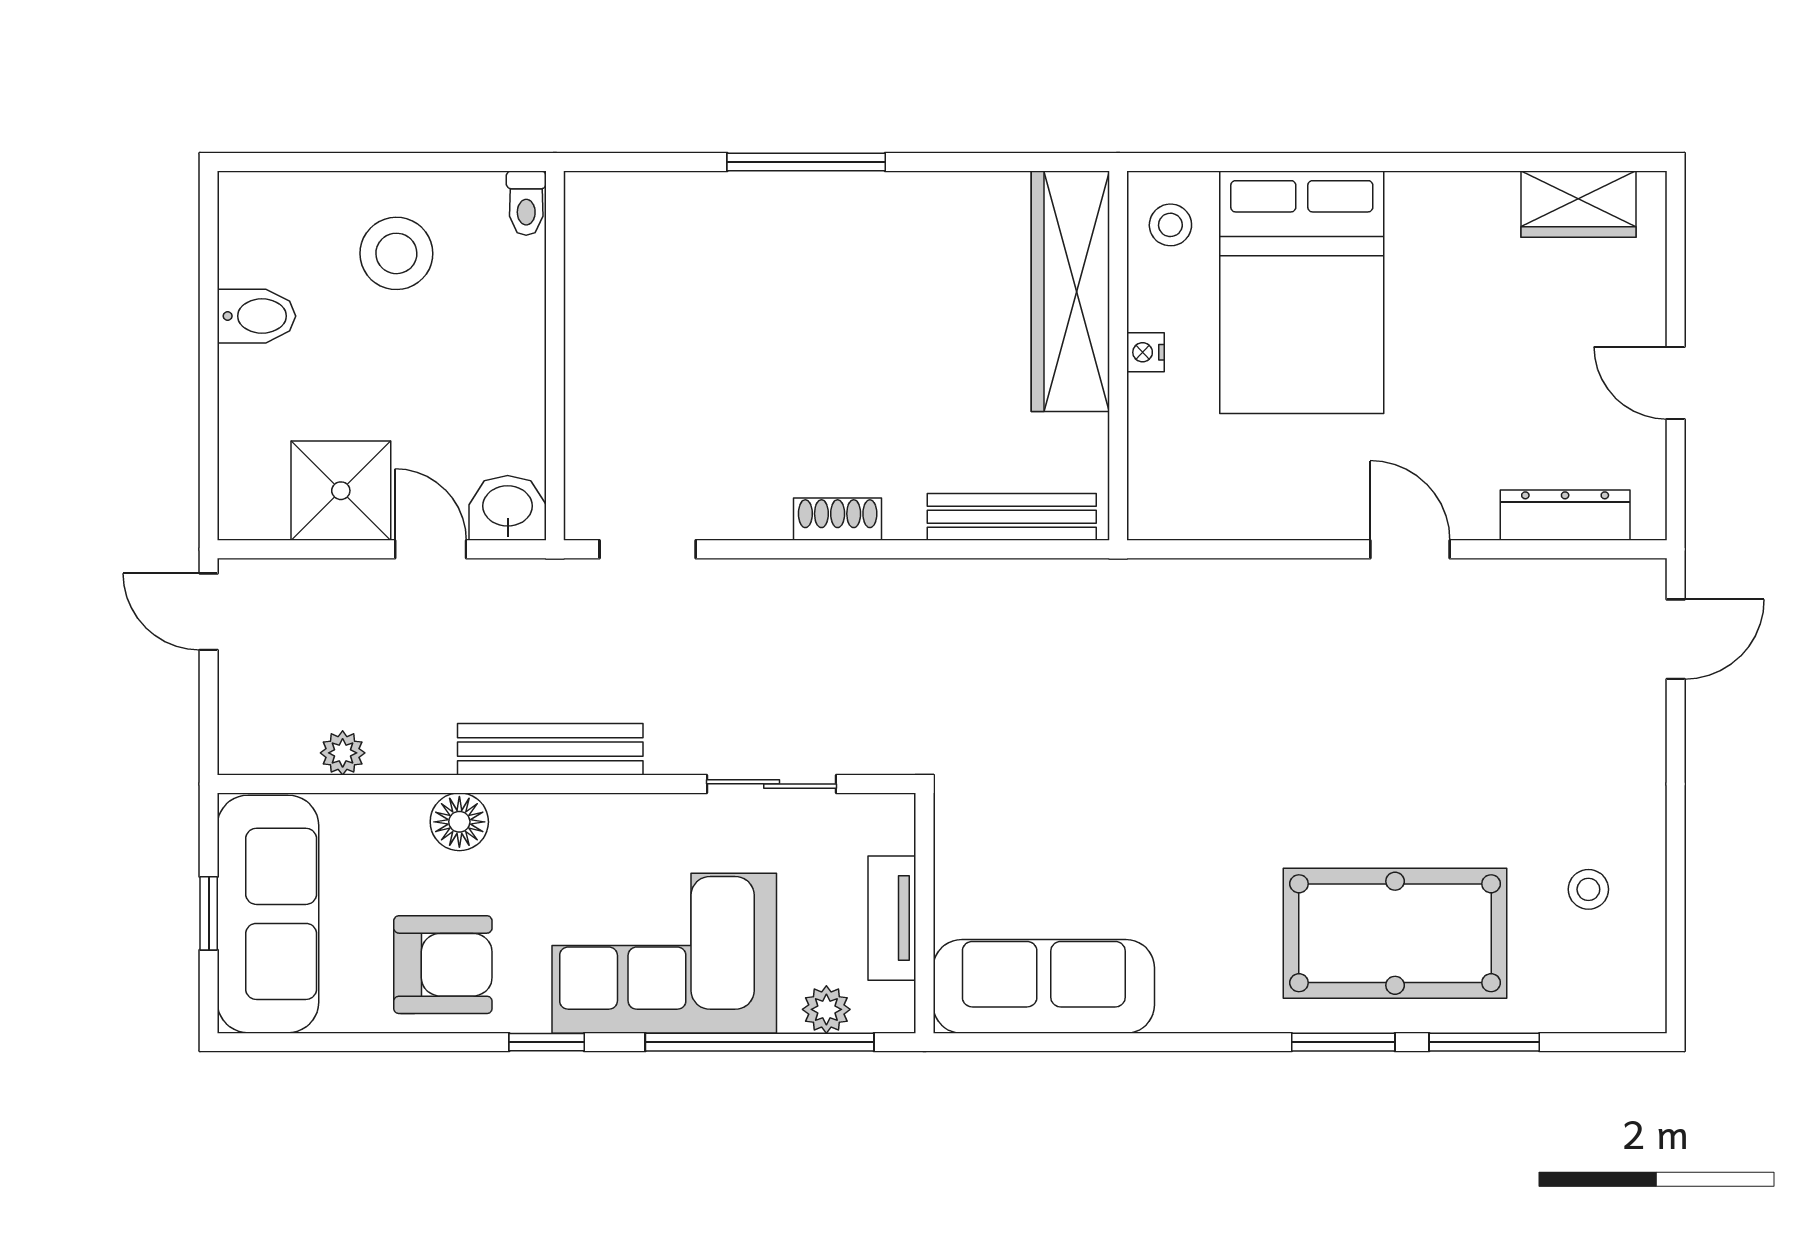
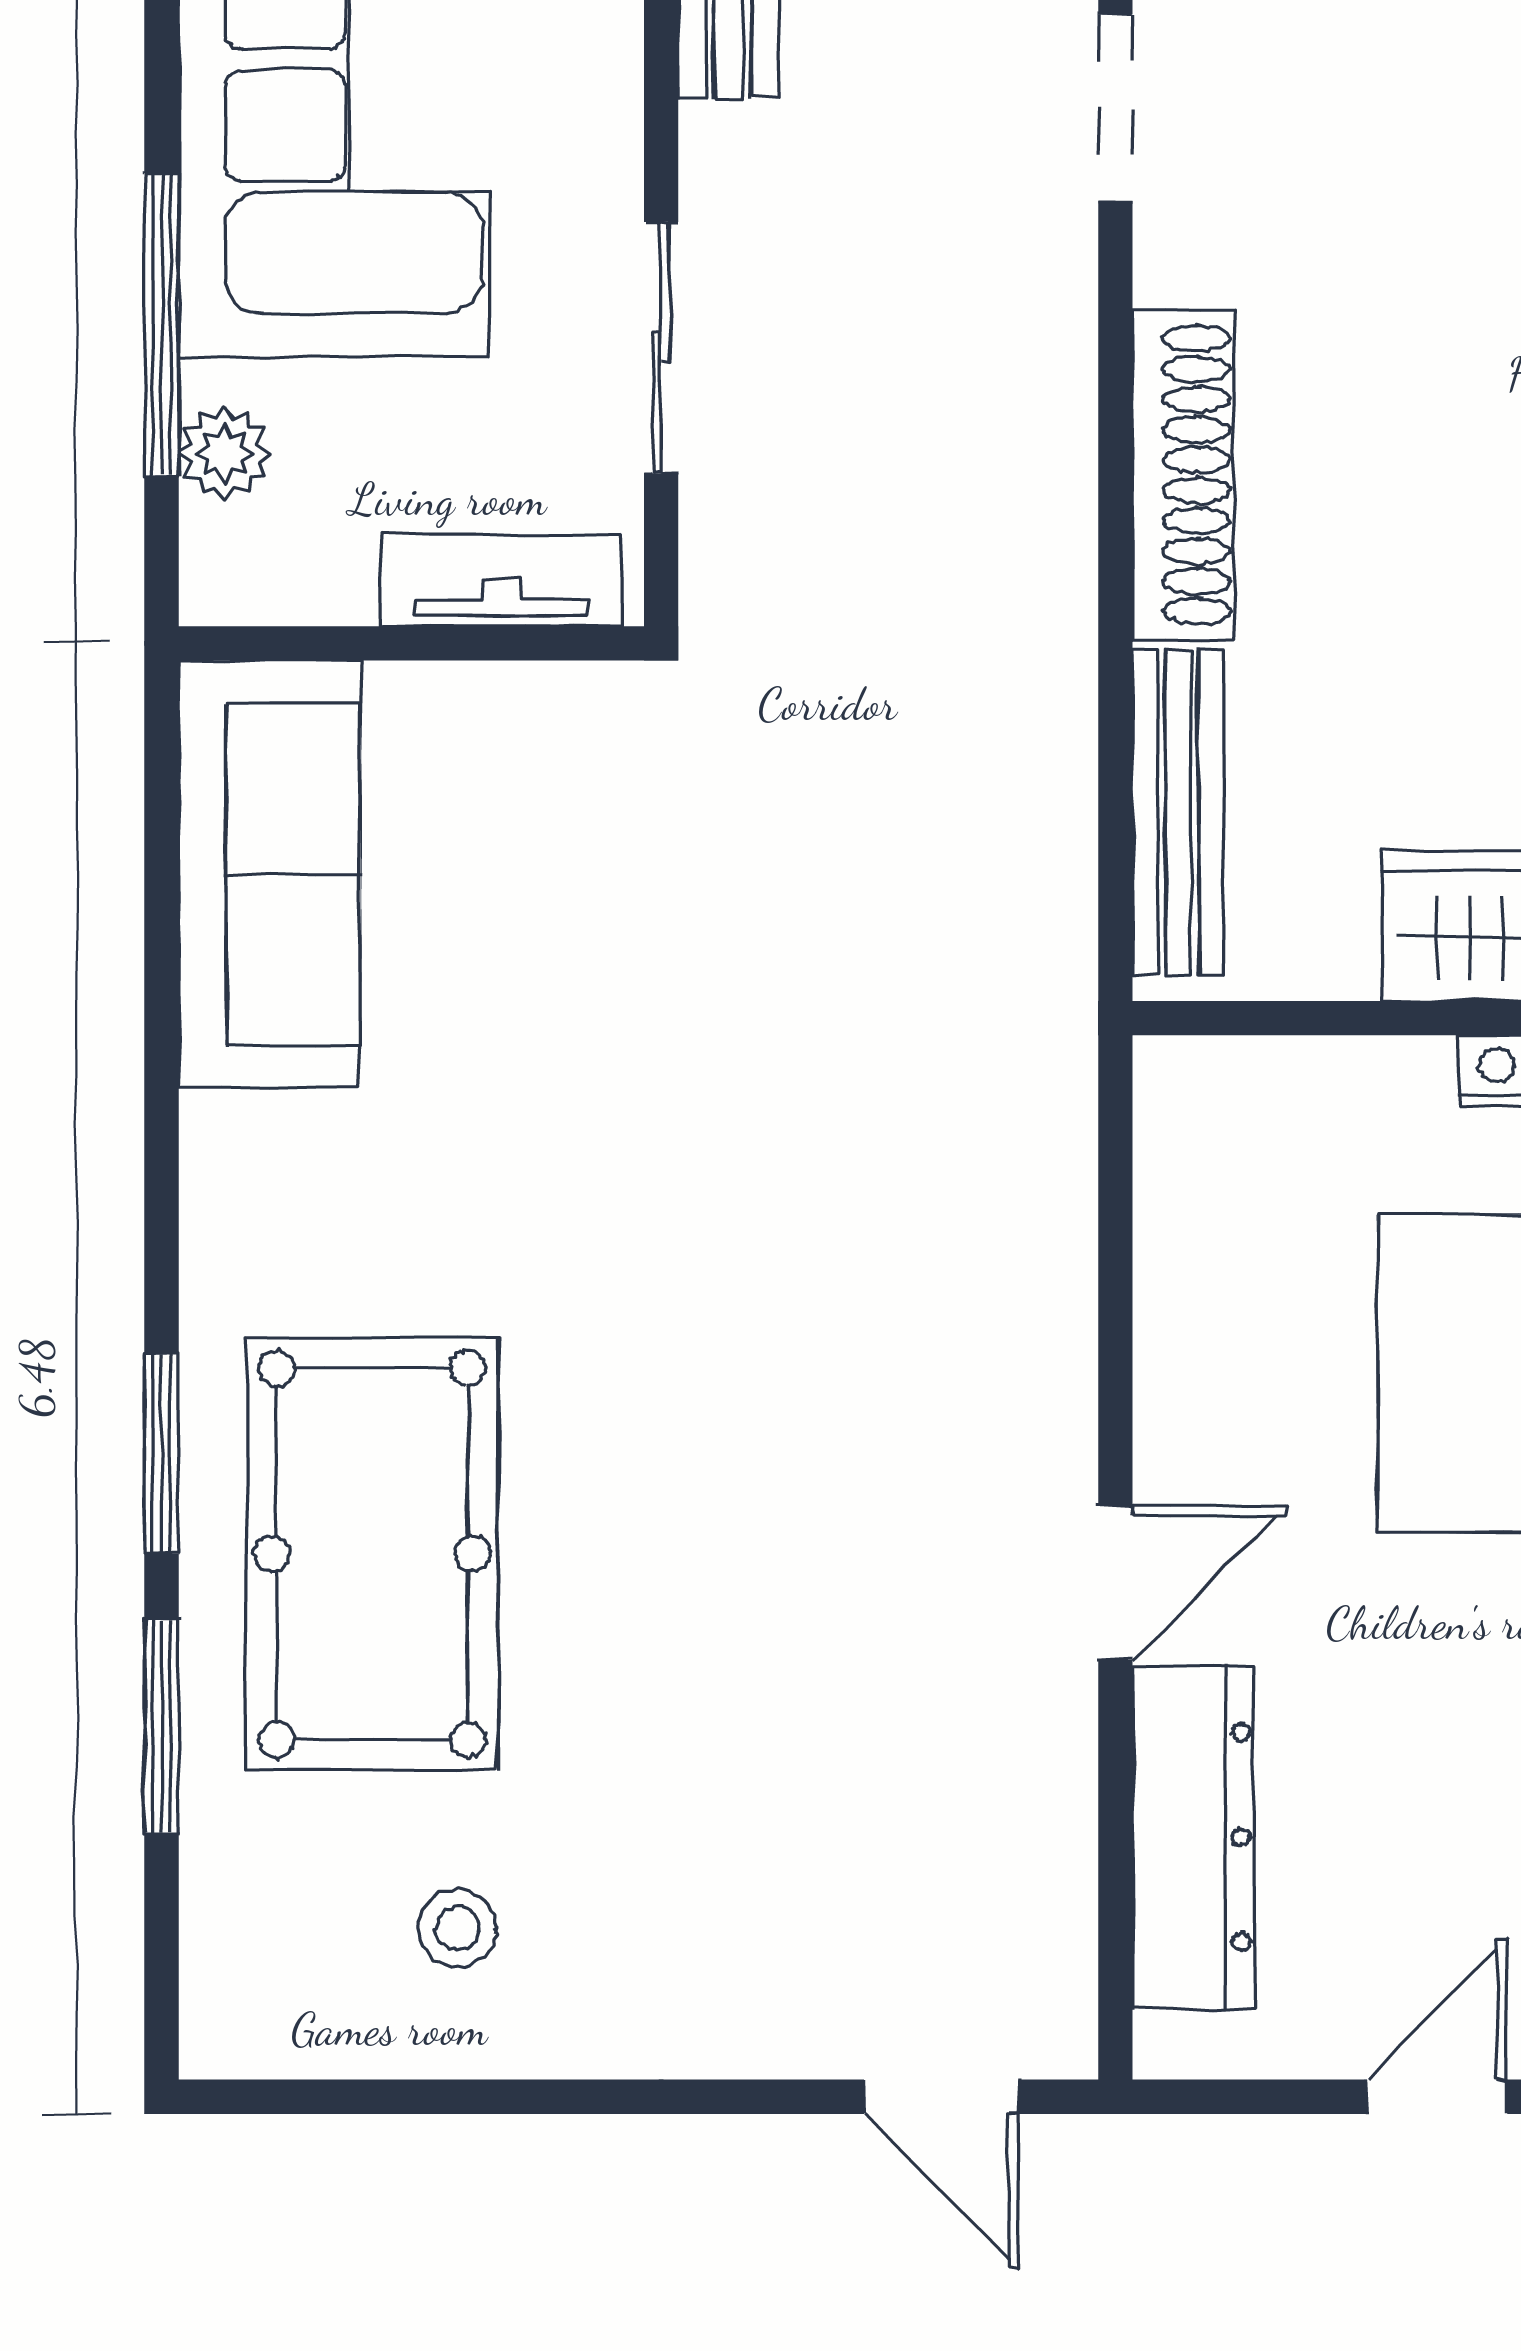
dresser: (1565, 515) -> (1193, 1837), width x1.37, depth x1.24
shoe rack: (838, 519) -> (1183, 475), width x1.94, depth x1.24
tv unit: (892, 918) -> (501, 580), moved
window: (760, 1042) -> (162, 324), width x0.68

